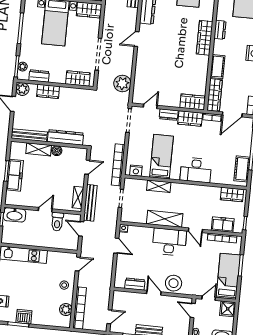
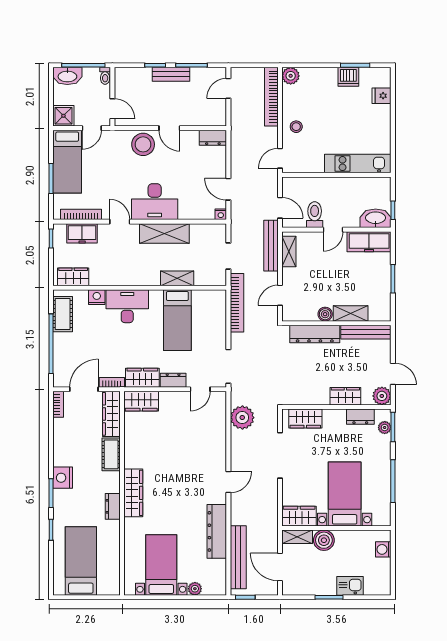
nightstand: (136, 171) -> (97, 297), moved
freezer: (15, 175) -> (369, 242), moved, turned -90
dresser: (135, 284) -> (213, 138), moved
plant: (66, 310) -> (291, 76), moved

